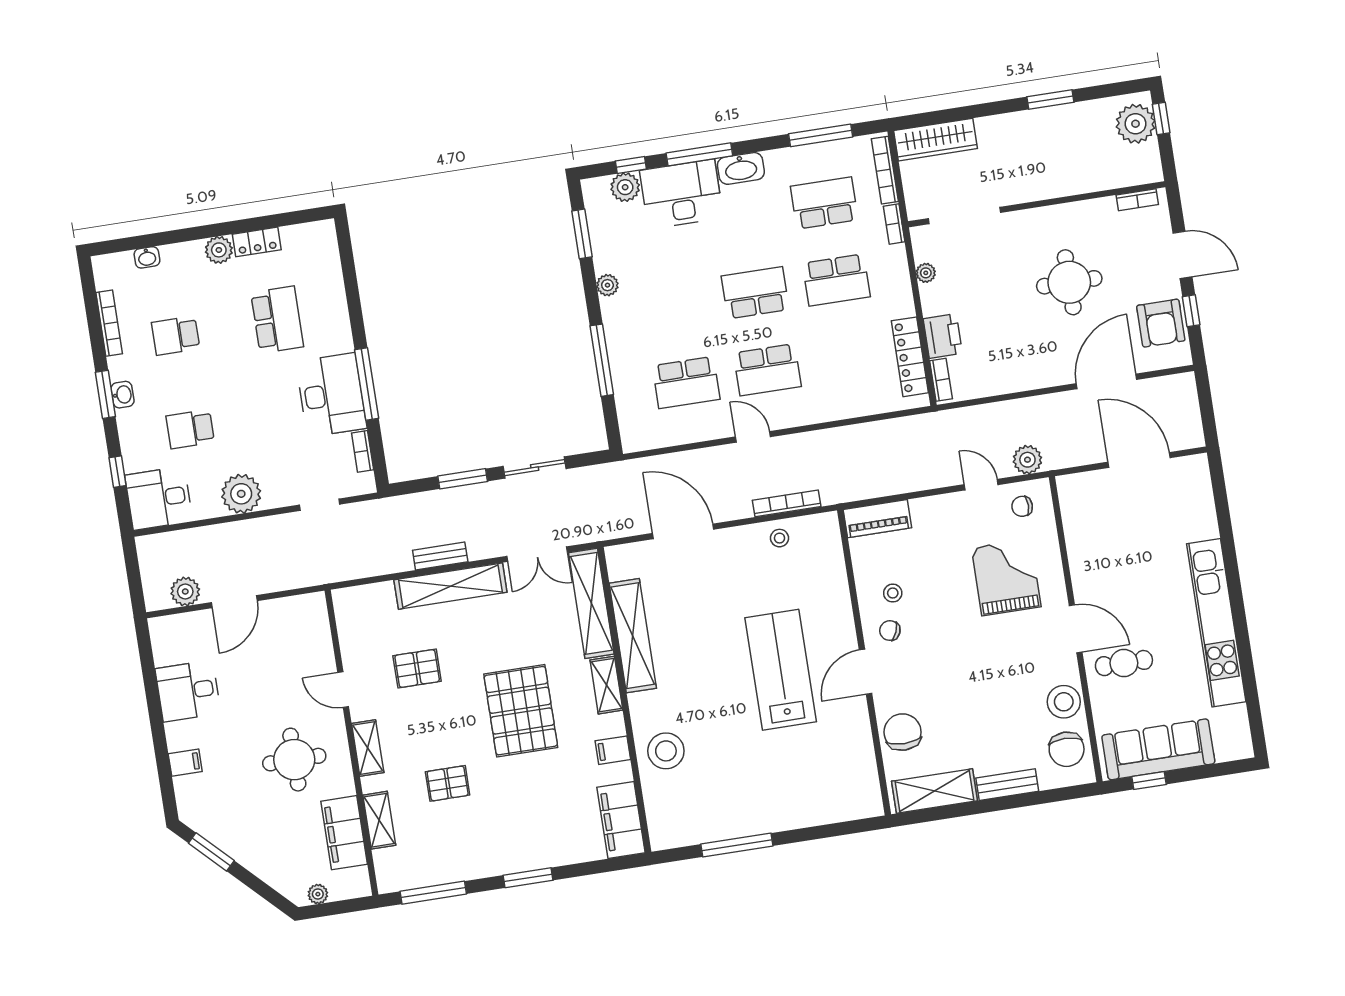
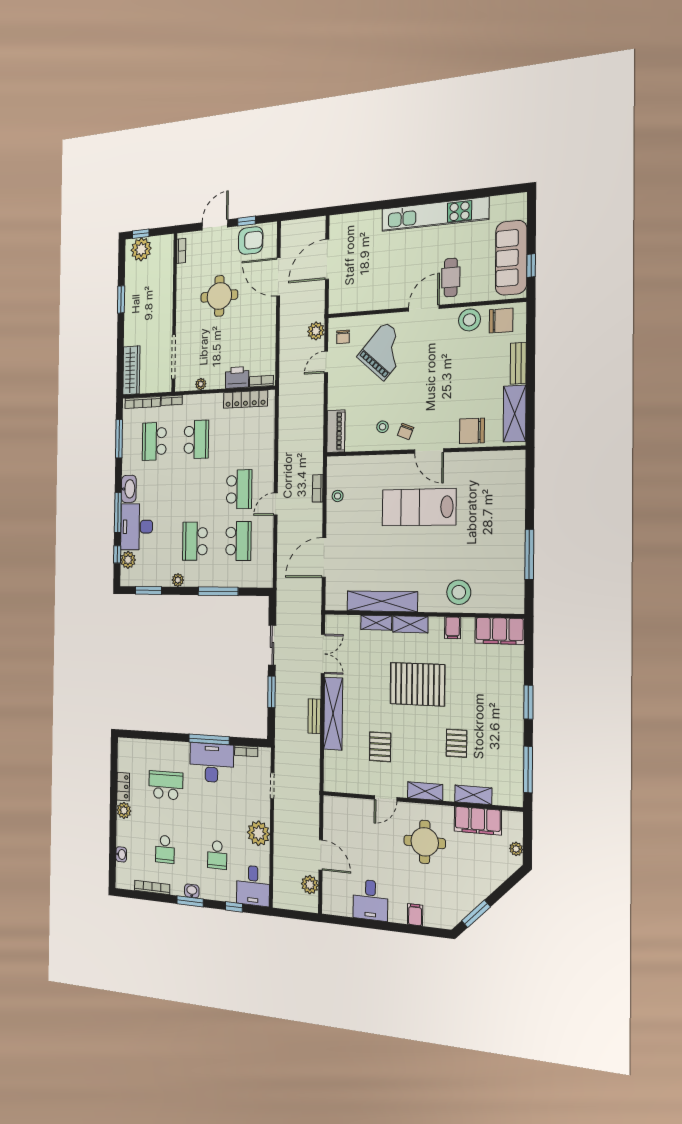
school desk: (755, 293) -> (195, 541), moved
bookcase: (787, 503) -> (318, 488), width x0.64
grand piano: (1006, 577) -> (384, 351), turned 132
shelving: (591, 603) -> (376, 623), width x0.45, depth x0.75

